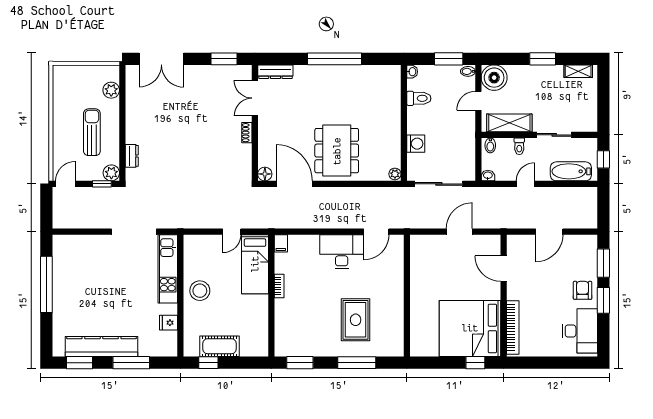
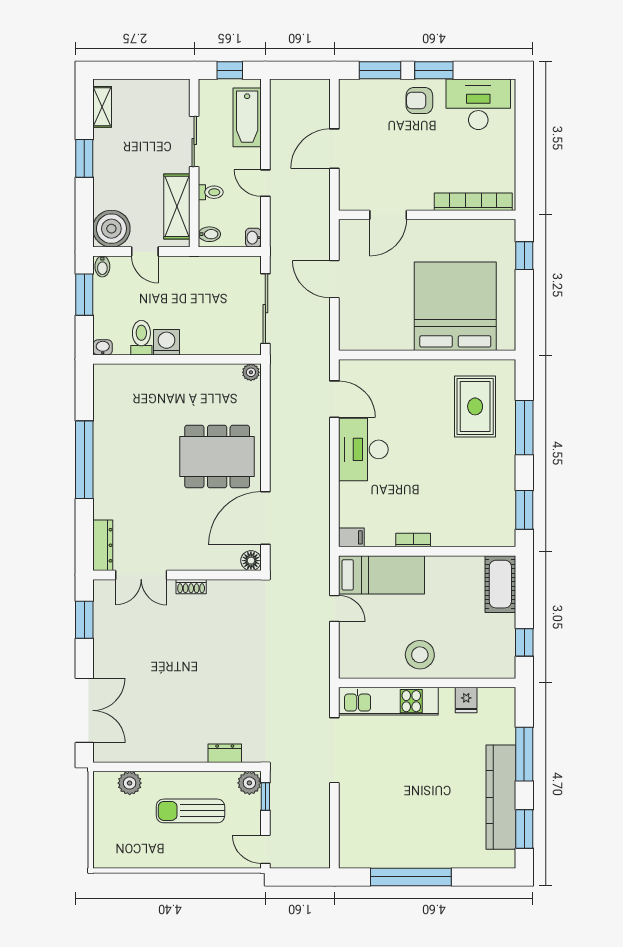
washing machine: (416, 144) -> (167, 342), moved
door: (549, 232) -> (334, 149), swing flipped
rug: (356, 320) -> (475, 406), moved, turned 90
bed: (470, 328) -> (455, 306), moved, turned 180
cot: (219, 346) -> (500, 584), moved

